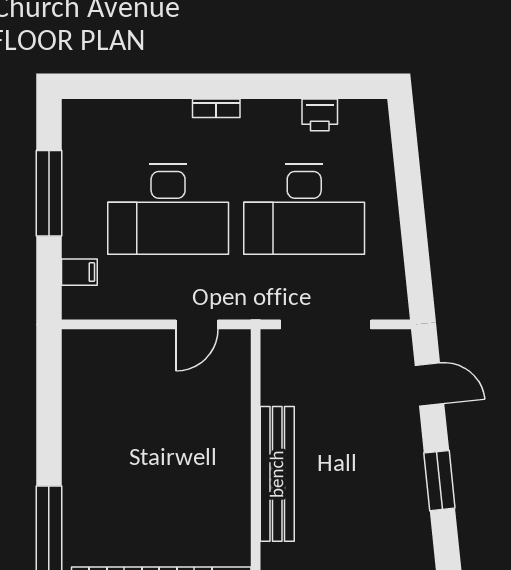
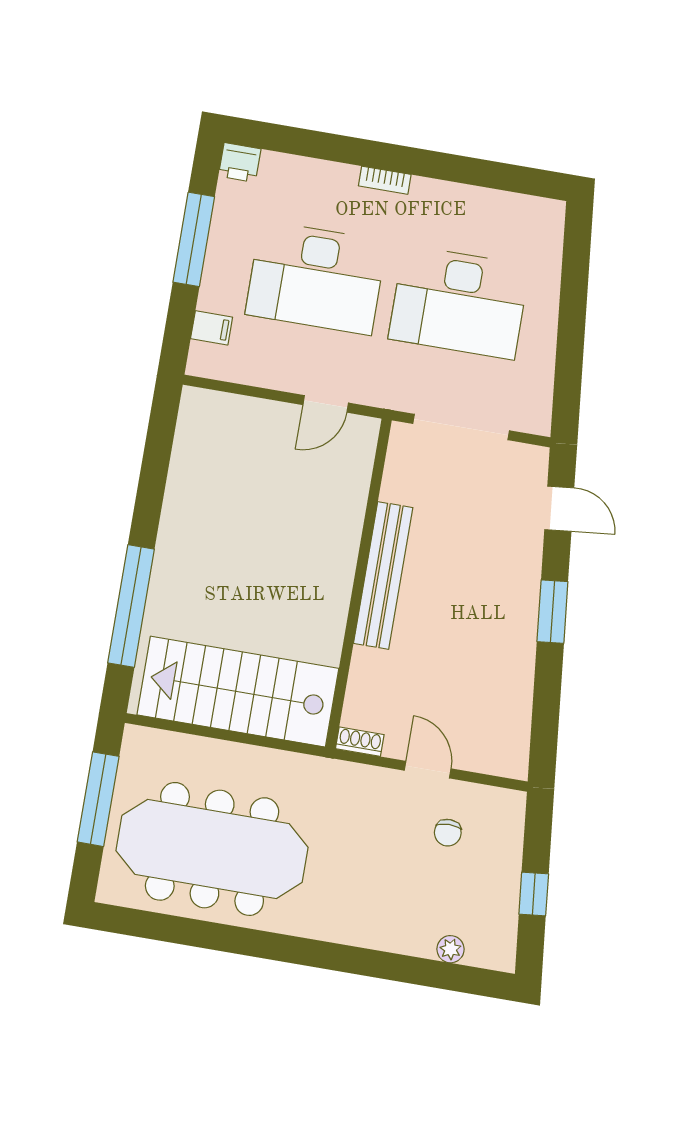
printer: (320, 115) -> (240, 163), moved

